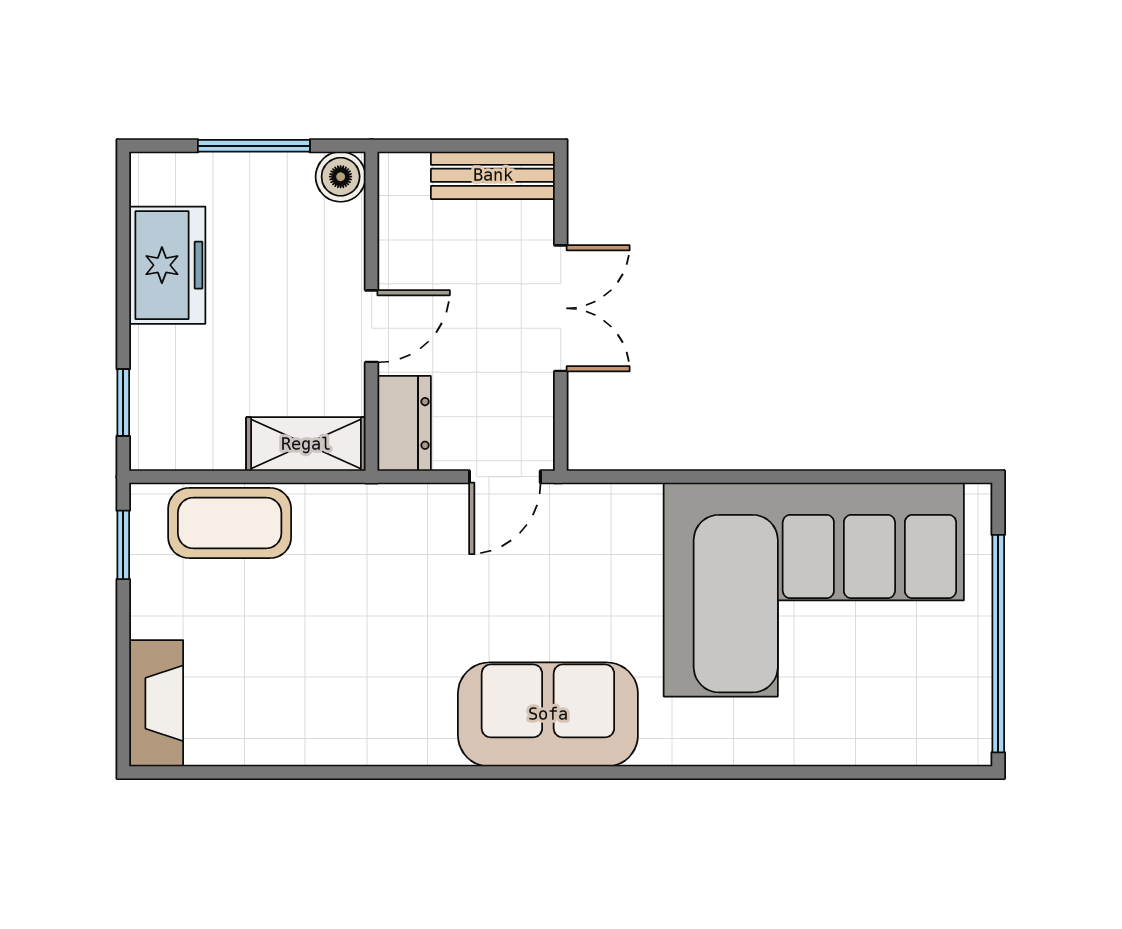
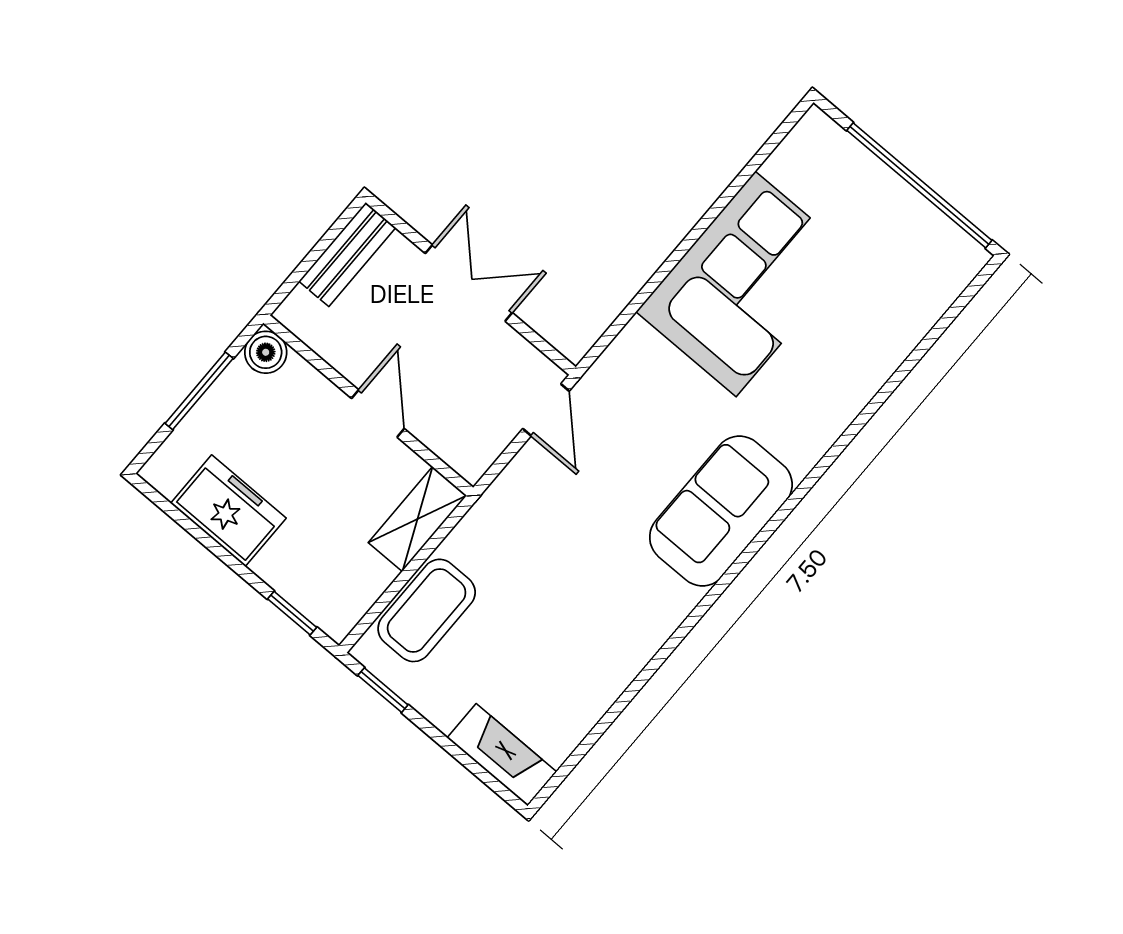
dresser: (404, 423) -> (457, 445), removed
corner sofa: (814, 590) -> (746, 284), width x0.73, depth x0.74

